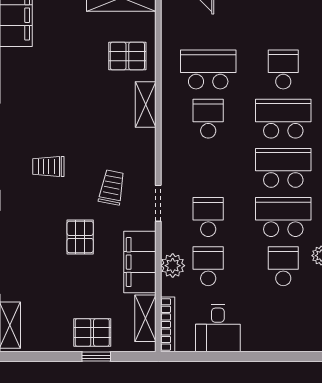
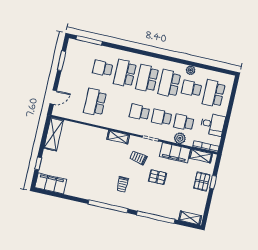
pallet: (127, 56) -> (81, 137), removed
shelving: (146, 105) -> (118, 137), moved
school desk: (208, 119) -> (139, 112), moved
school desk: (283, 315) -> (214, 94), added

